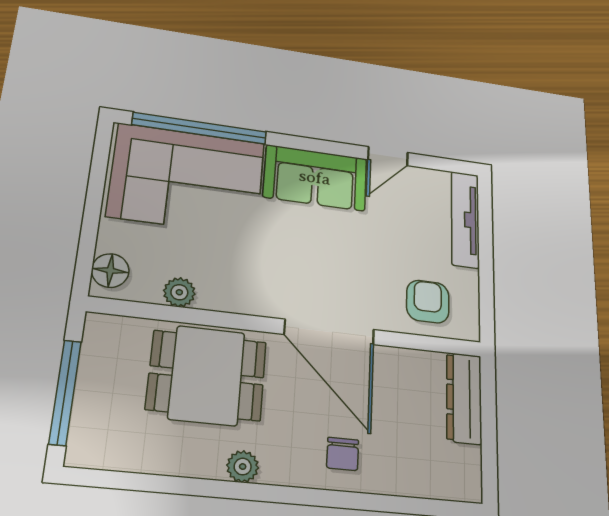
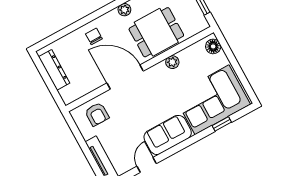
window: (200, 128) -> (222, 124), width x0.32
plant: (179, 292) -> (172, 62), moved
dresser: (464, 398) -> (54, 70), moved

